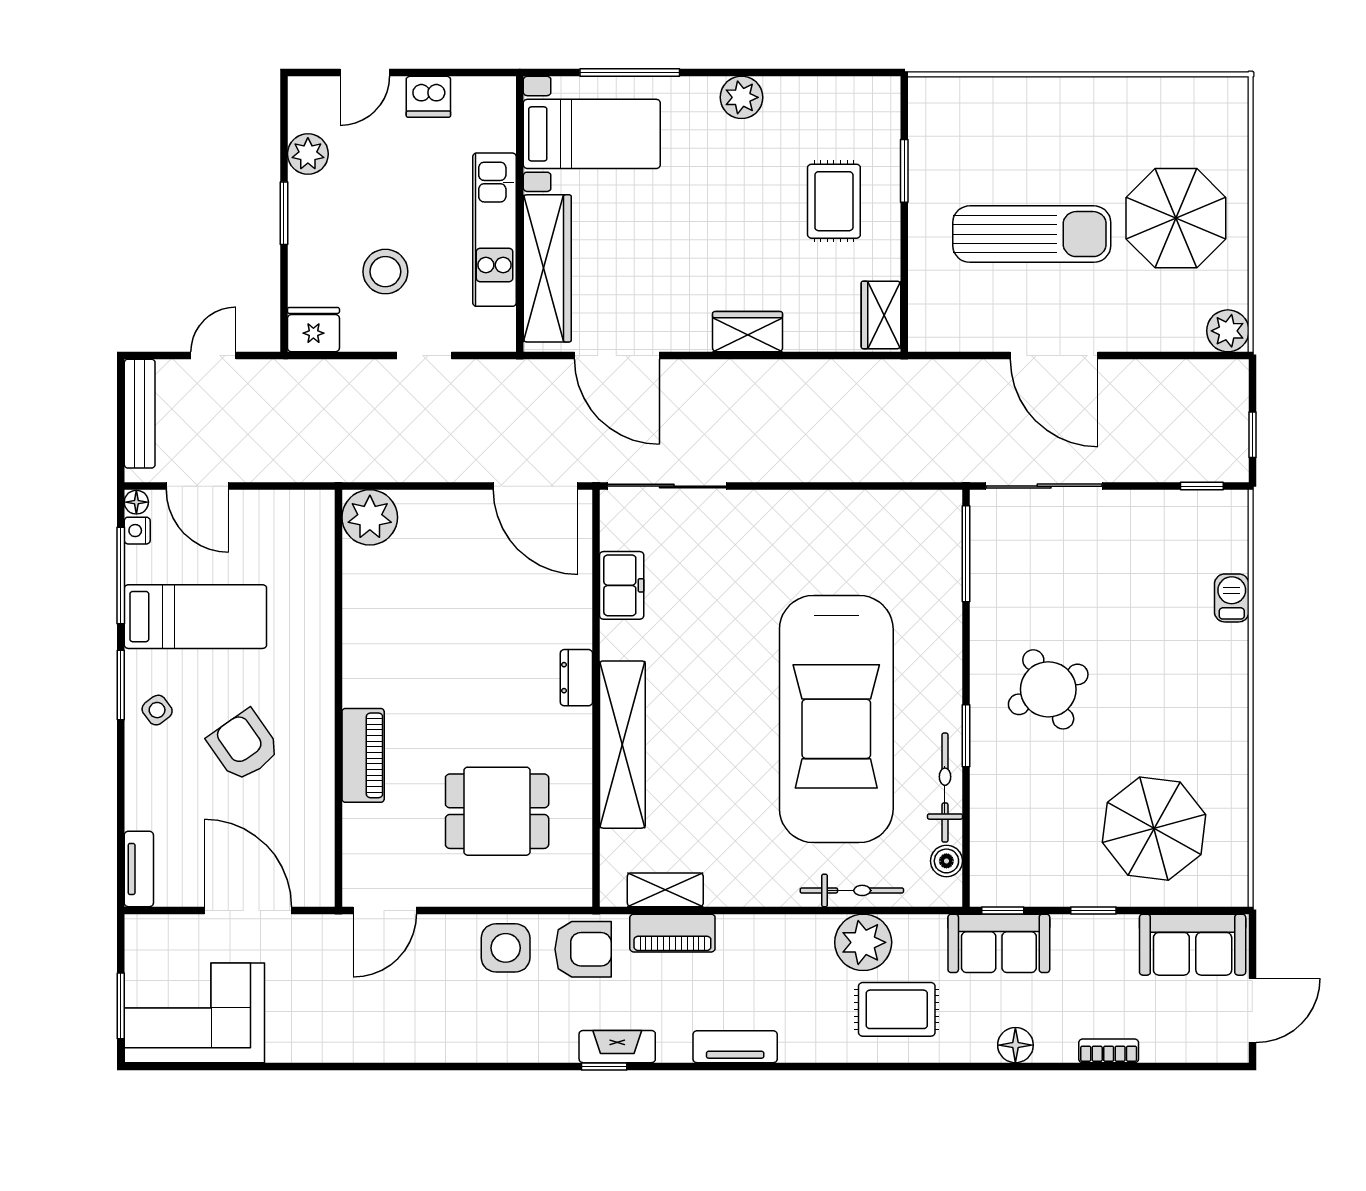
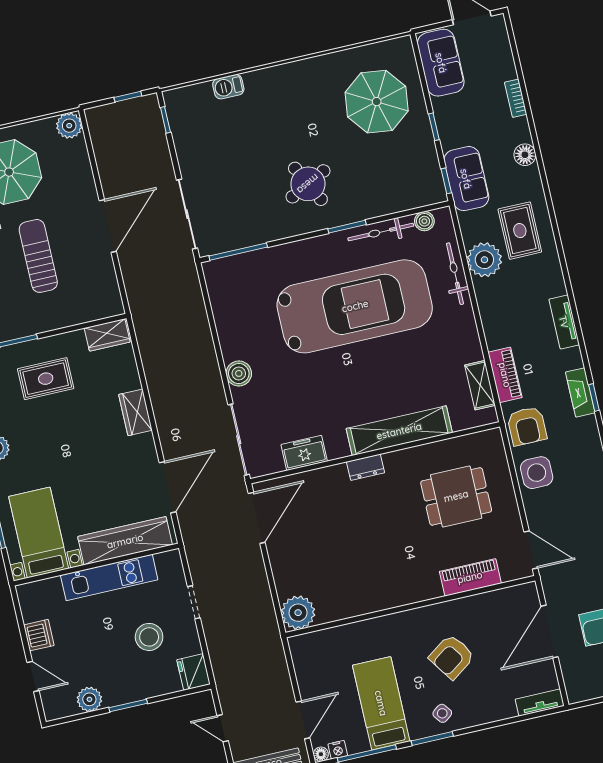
sun lounger: (1032, 234) -> (38, 256), width x0.73, depth x0.75
boiler: (772, 510) -> (239, 373), added
piano: (363, 755) -> (470, 577), moved
dining table: (497, 811) -> (456, 496), turned 90
armchair: (583, 949) -> (527, 426), turned 180

